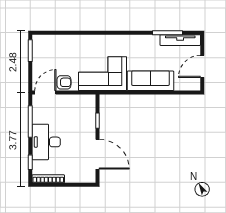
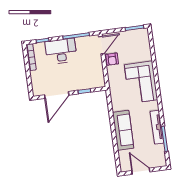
tv unit: (180, 40) -> (157, 127), moved
corner sofa: (102, 74) -> (141, 82), moved, turned 180
door: (45, 93) -> (102, 45), hinge flipped

